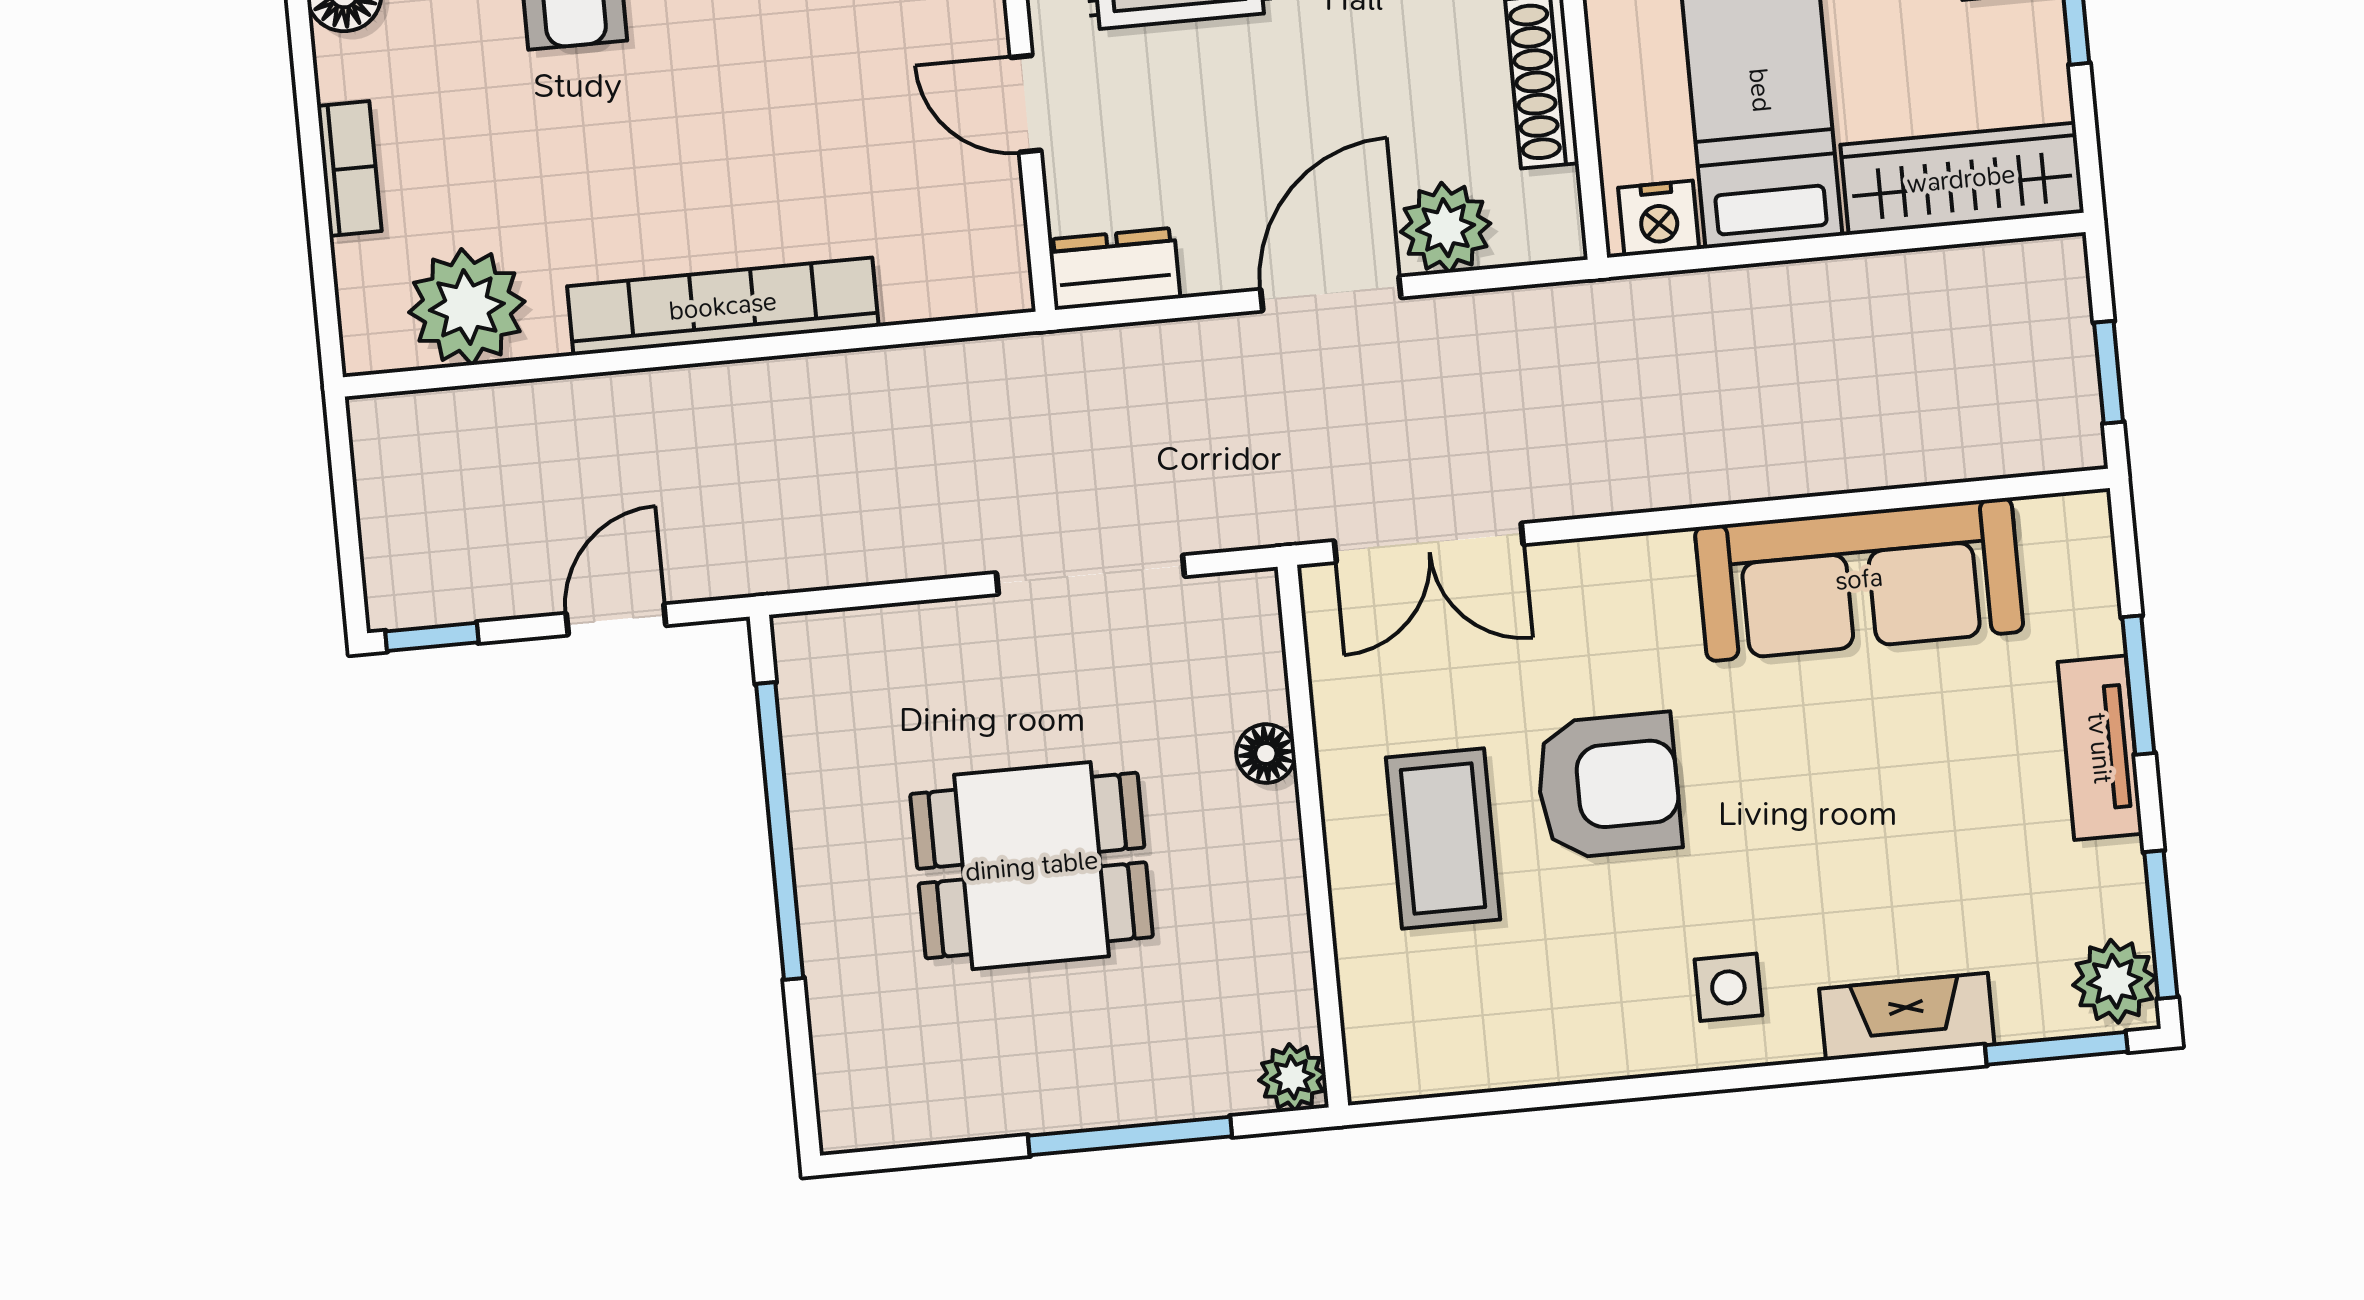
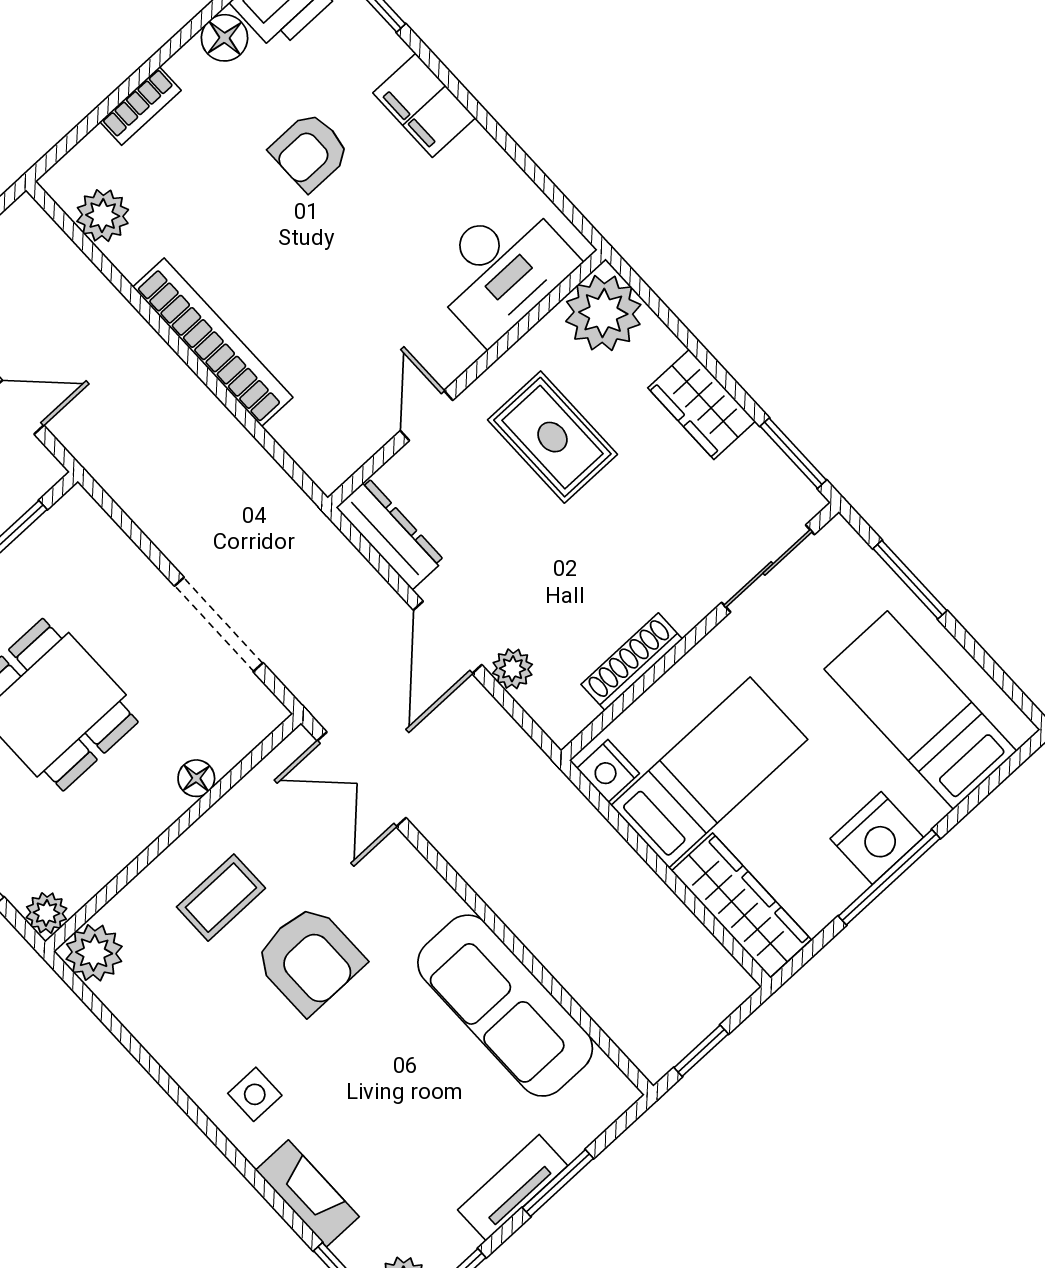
plant: (1446, 228) -> (513, 669), width x0.73, depth x0.73
dresser: (1114, 269) -> (390, 534), width x1.44
door: (1331, 294) -> (448, 637), swing flipped
plant: (467, 307) -> (103, 216), width x0.73, depth x0.73
coffee table: (1443, 838) -> (221, 898), width x0.73, depth x0.77
plant: (1390, 1055) -> (94, 953), added

